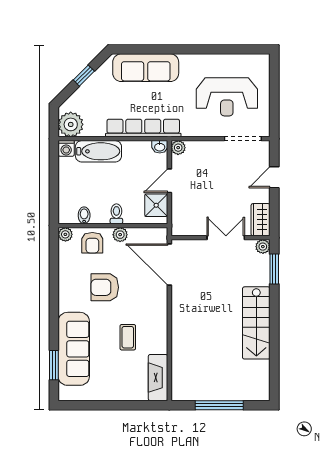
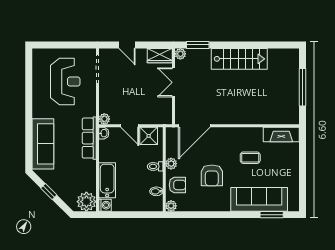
row of seats: (143, 128) -> (89, 138), width x0.73

